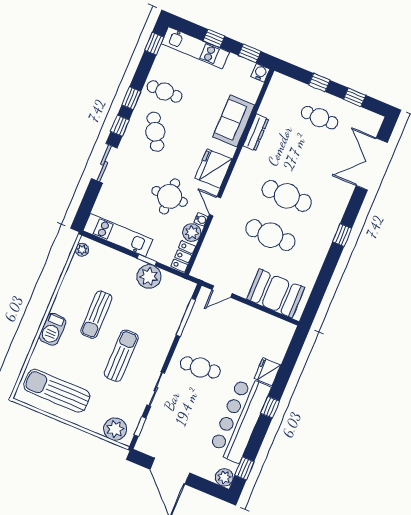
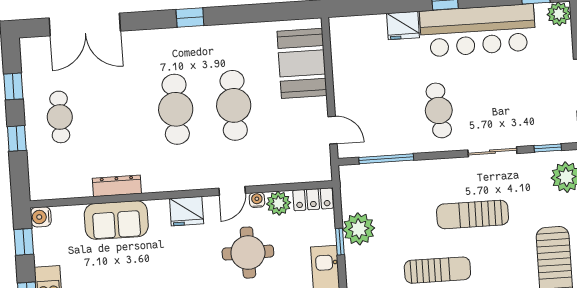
fridge: (213, 168) -> (187, 211), width x0.73, depth x0.75

